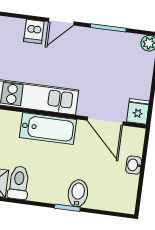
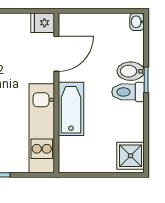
washbasin: (134, 165) -> (137, 22), moved, turned 90
toilet: (19, 183) -> (128, 92), moved

